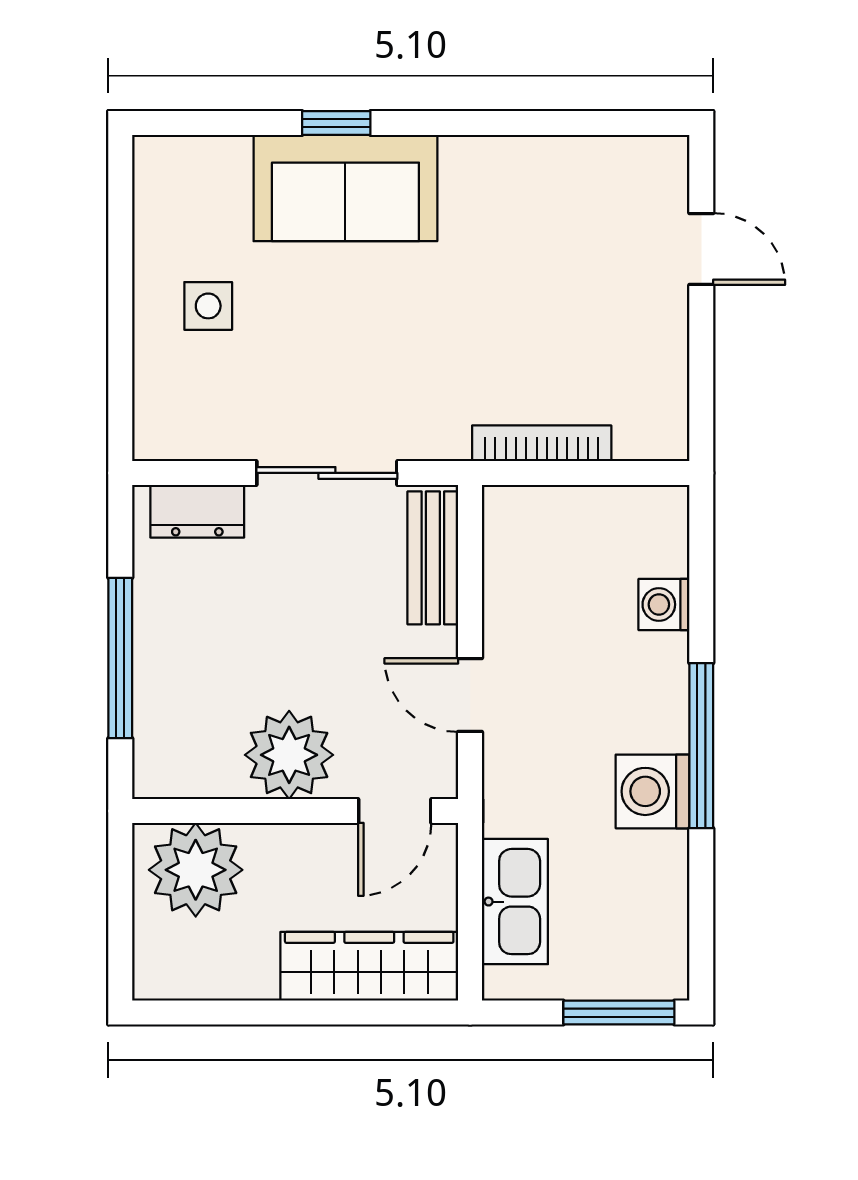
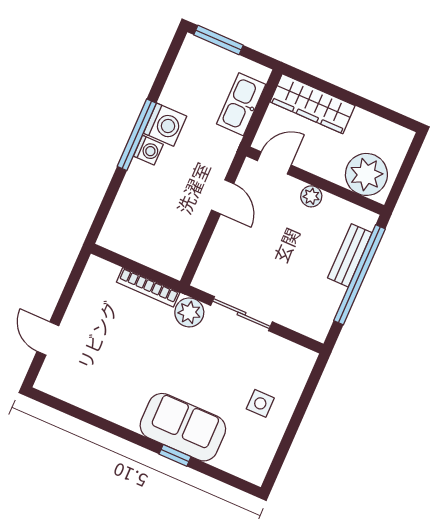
plant: (435, 429) -> (189, 312), added
dresser: (197, 511) -> (302, 321), removed
bench: (433, 558) -> (350, 255), moved
washing machine: (664, 604) -> (148, 150), moved
window: (120, 658) -> (359, 275), width x1.46
plant: (289, 755) -> (311, 196), width x0.53, depth x0.53

